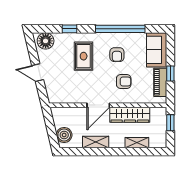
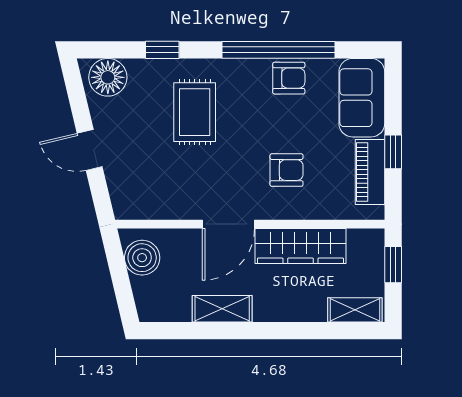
armchair: (117, 55) -> (289, 78), moved, turned -90
boiler: (64, 135) -> (142, 258), moved
shelving: (137, 143) -> (355, 310), moved

